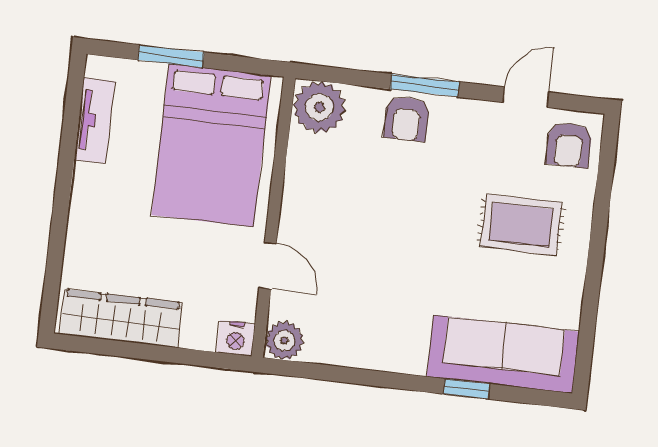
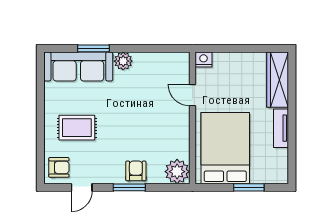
tv unit: (94, 121) -> (281, 128), moved
armchair: (569, 145) -> (59, 167), turned 90
wardrobe: (121, 318) -> (278, 80), moved, turned 90
plant: (284, 341) -> (123, 61), moved
window: (466, 389) -> (94, 48), width x1.50

